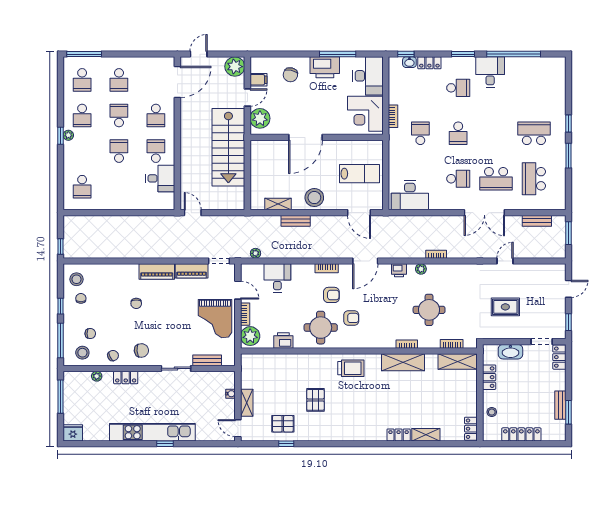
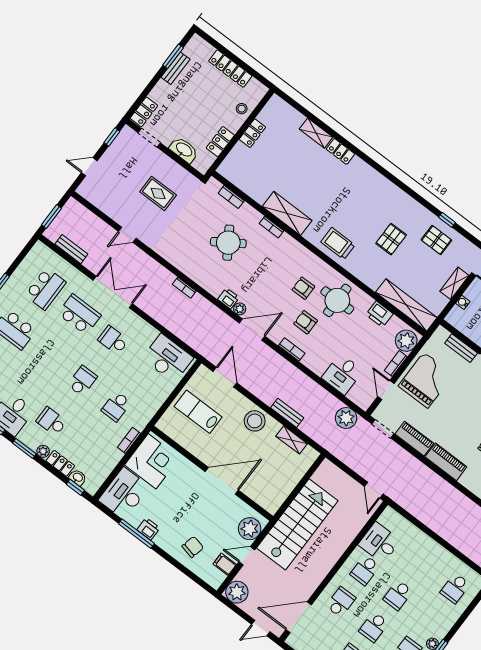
plant: (448, 62) -> (43, 451), added
printer: (325, 67) -> (148, 529), width x0.53, depth x0.68
school desk: (82, 187) -> (455, 588), turned 180
plant: (256, 253) -> (346, 418), width x1.88, depth x1.88
plant: (421, 269) -> (240, 309), moved
round table: (429, 310) -> (228, 243), turned -33
shelving: (458, 361) -> (406, 305), moved, width x1.47
locker: (471, 429) -> (252, 133), moved

